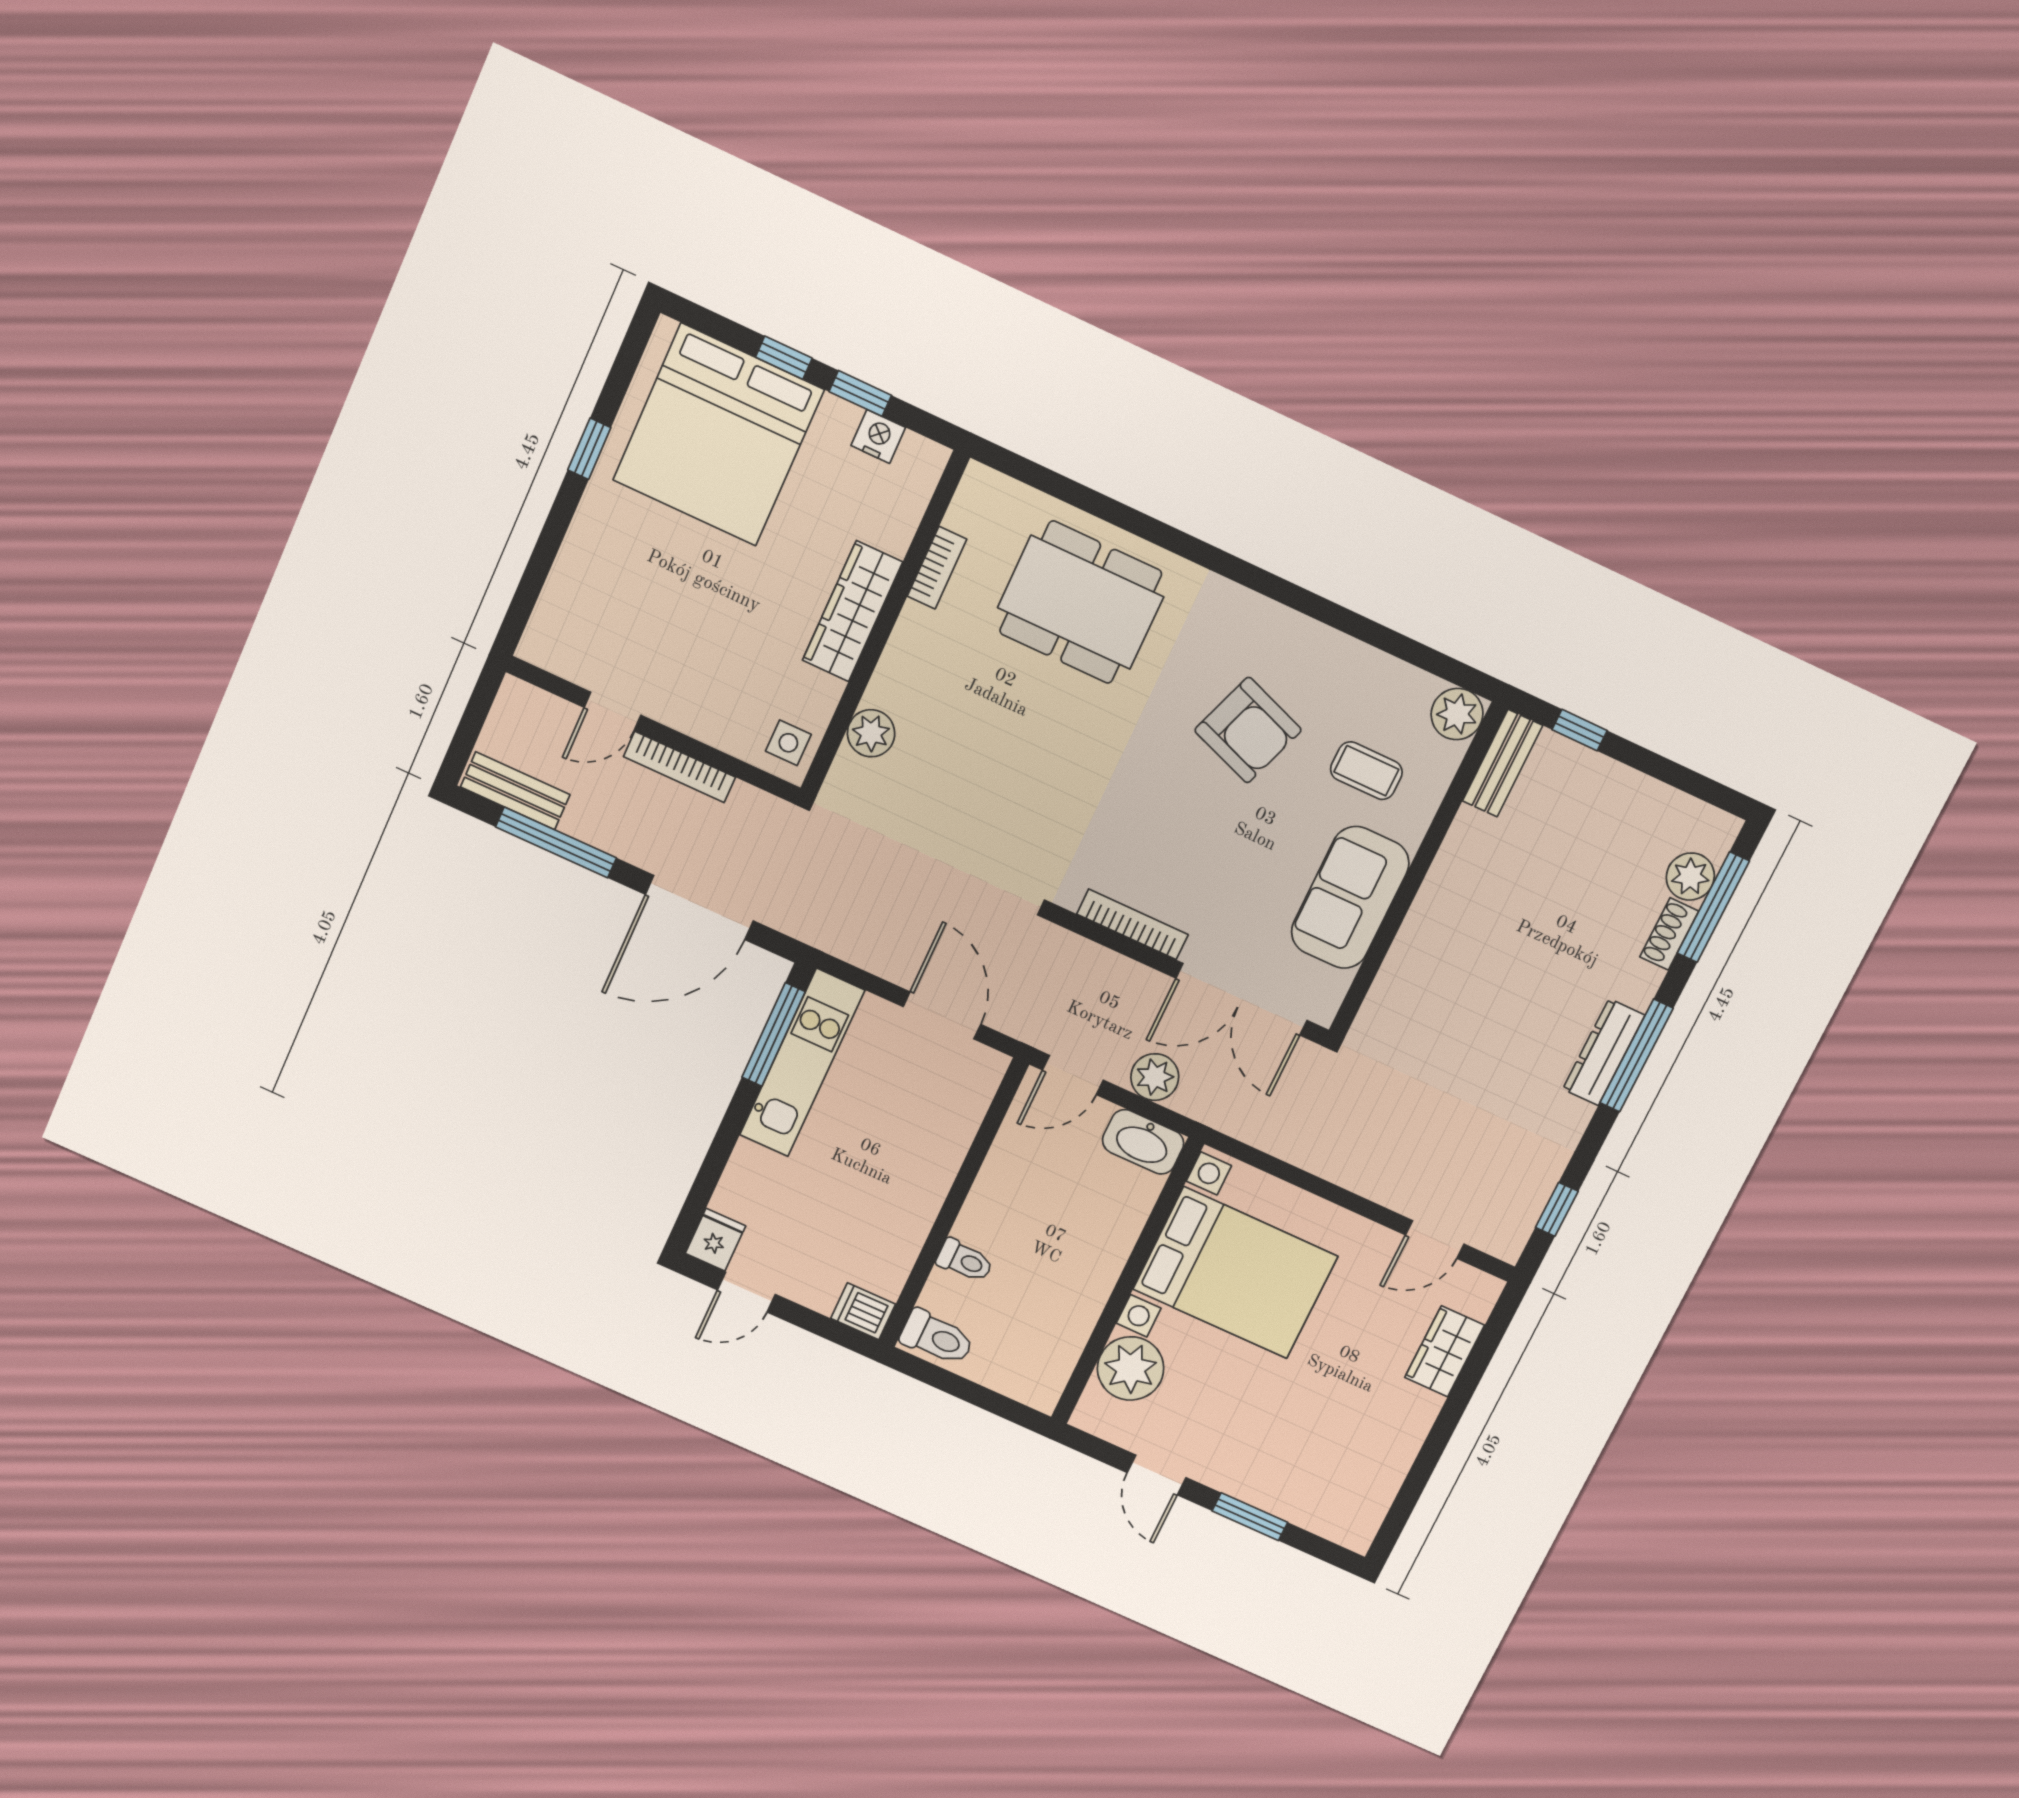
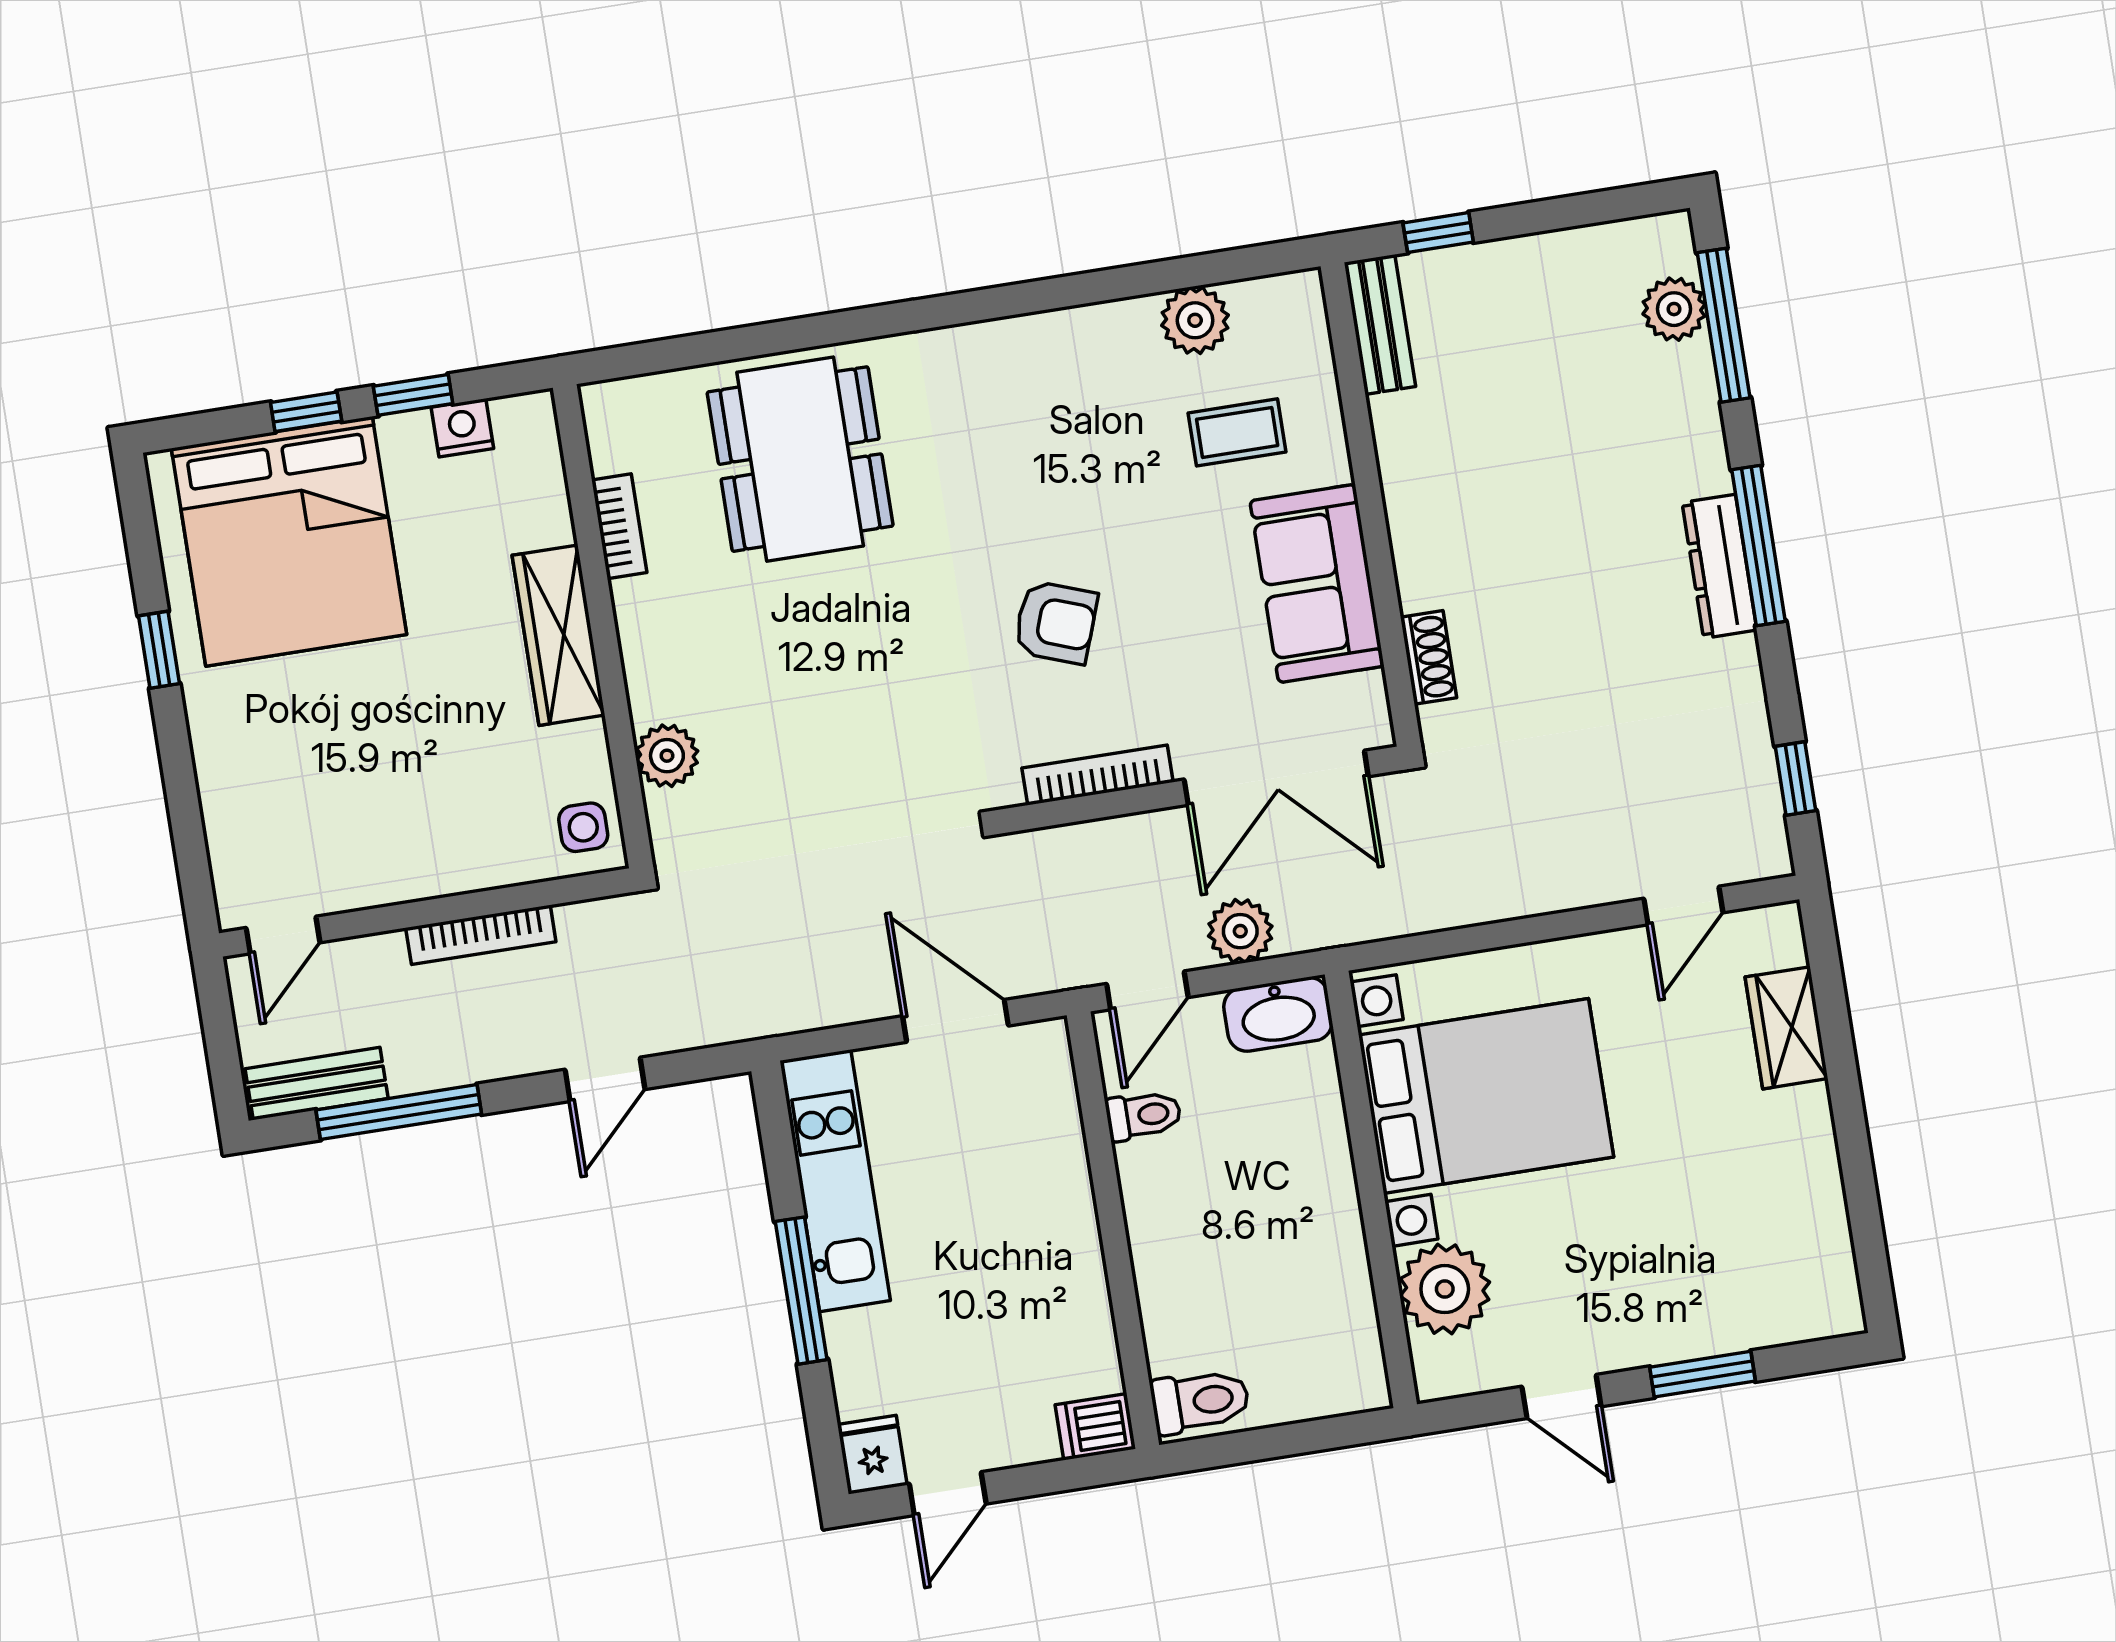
dining table: (1081, 602) -> (800, 459), turned 90
door: (613, 711) -> (283, 935), moved
plant: (1457, 714) -> (1195, 320), moved
armchair: (1248, 730) -> (1056, 622), moved, width x0.72, depth x0.72
door: (699, 908) -> (605, 1079), width x0.53
shoe rack: (1669, 934) -> (1429, 657), moved, turned 180
window: (774, 1035) -> (801, 1291), moved
toilet: (965, 1261) -> (1143, 1115), moved

